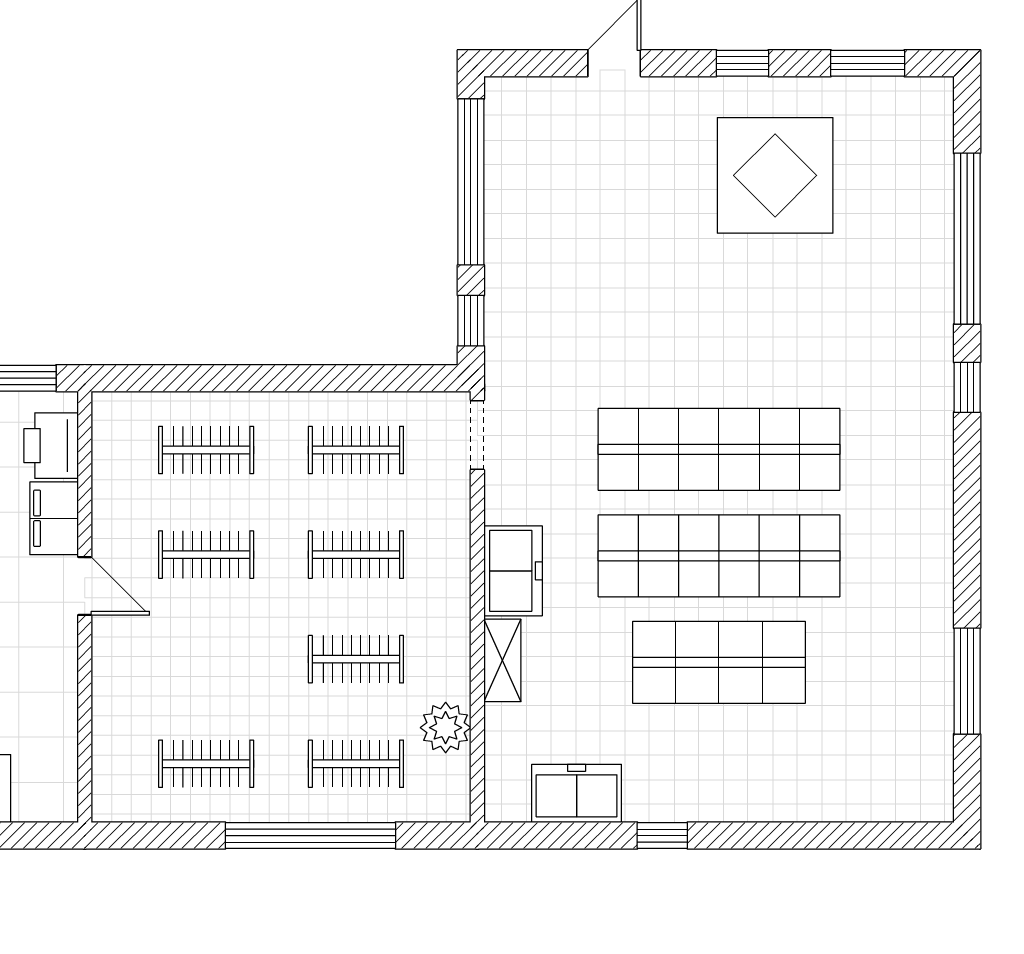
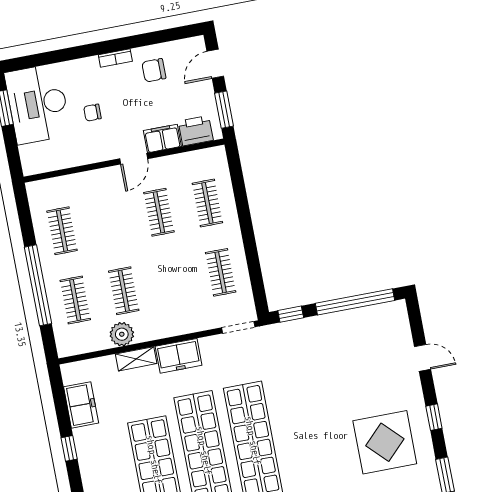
clothes rail: (356, 555) -> (172, 282), removed
plant: (446, 728) -> (122, 334), moved

